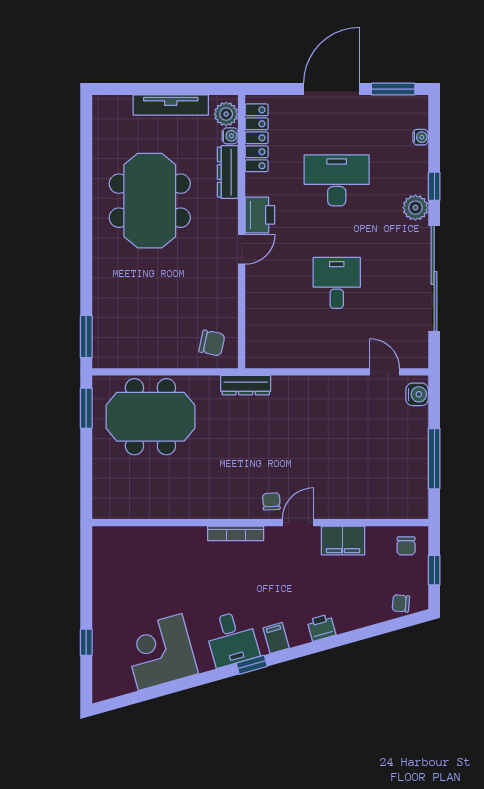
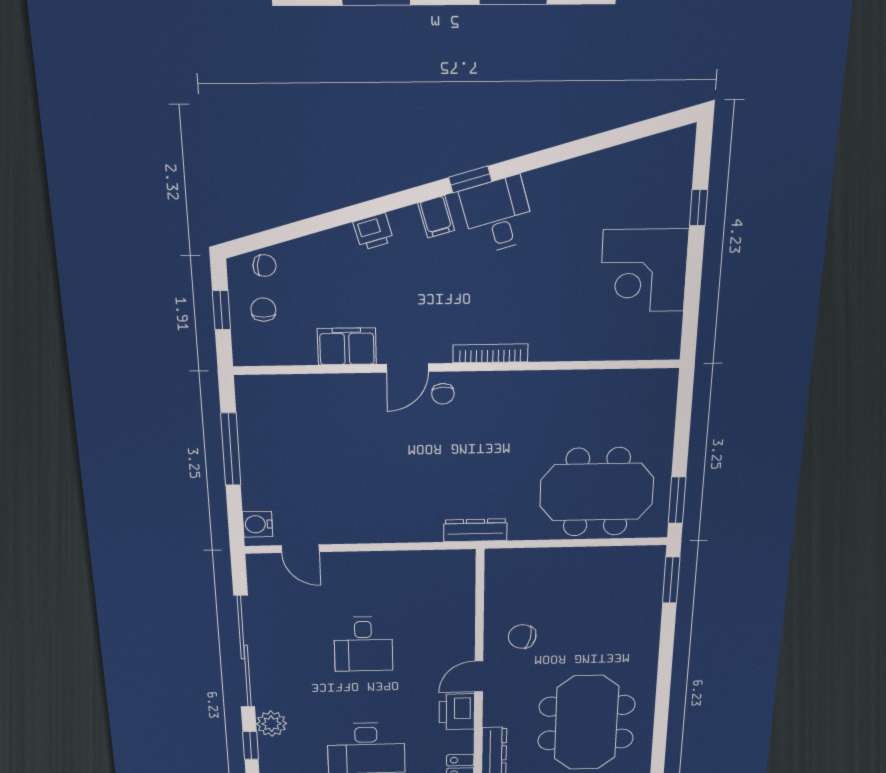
chair: (212, 343) -> (522, 637), moved
chair: (406, 546) -> (263, 310), moved
corner desk: (160, 652) -> (644, 271), moved, turned 106

